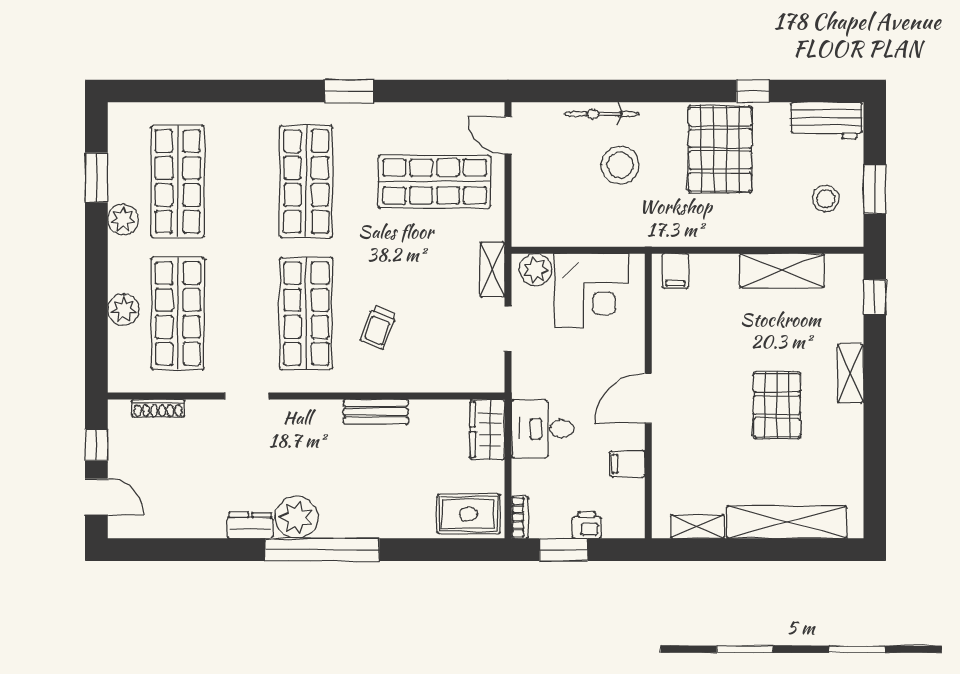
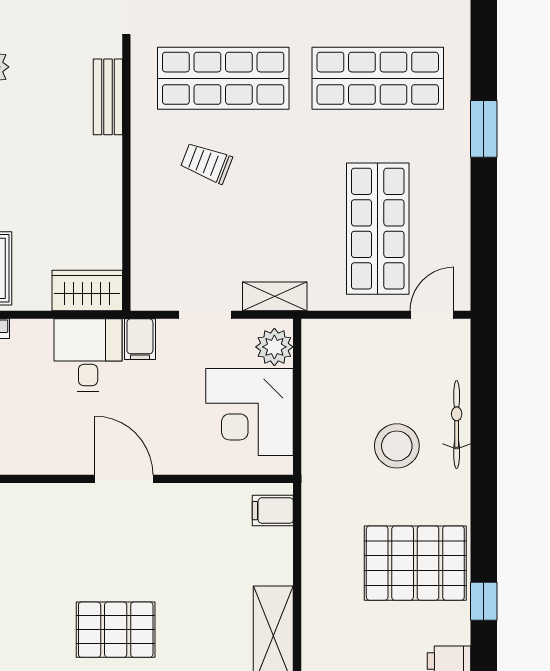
bench: (376, 412) -> (108, 97), moved
filing cabinet: (627, 464) -> (140, 339), moved, turned 180

